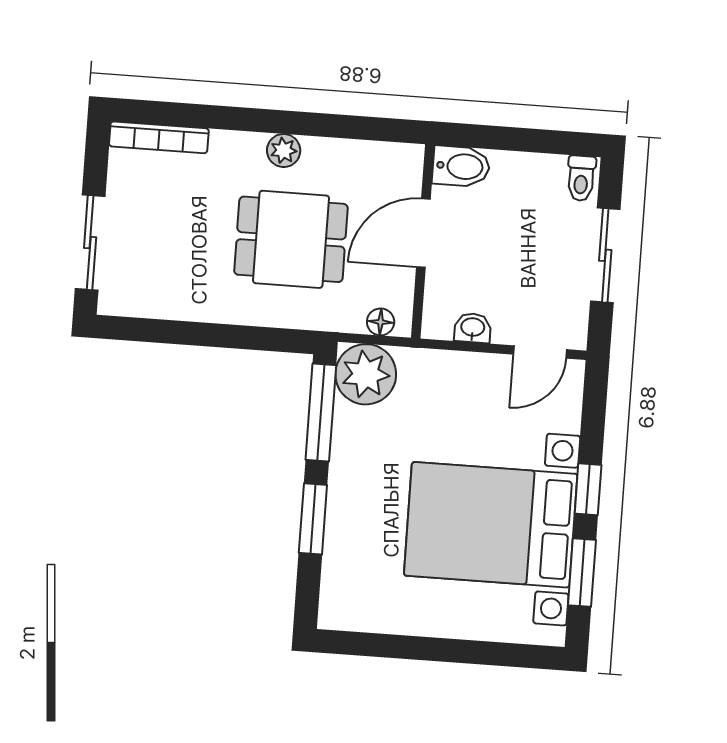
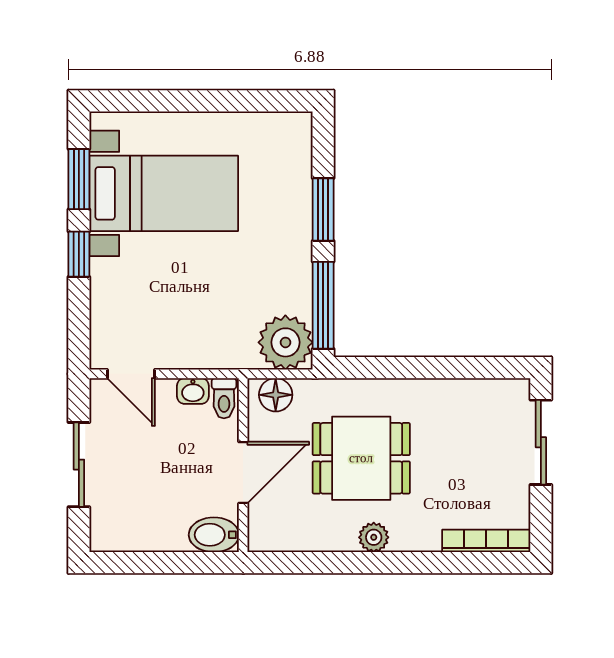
toilet: (581, 178) -> (224, 398), moved, turned 180
floor lamp: (381, 322) -> (276, 395), width x1.37, depth x1.37
door: (540, 352) -> (131, 374), swing flipped
bed with nightstands: (491, 525) -> (164, 193), width x0.73

